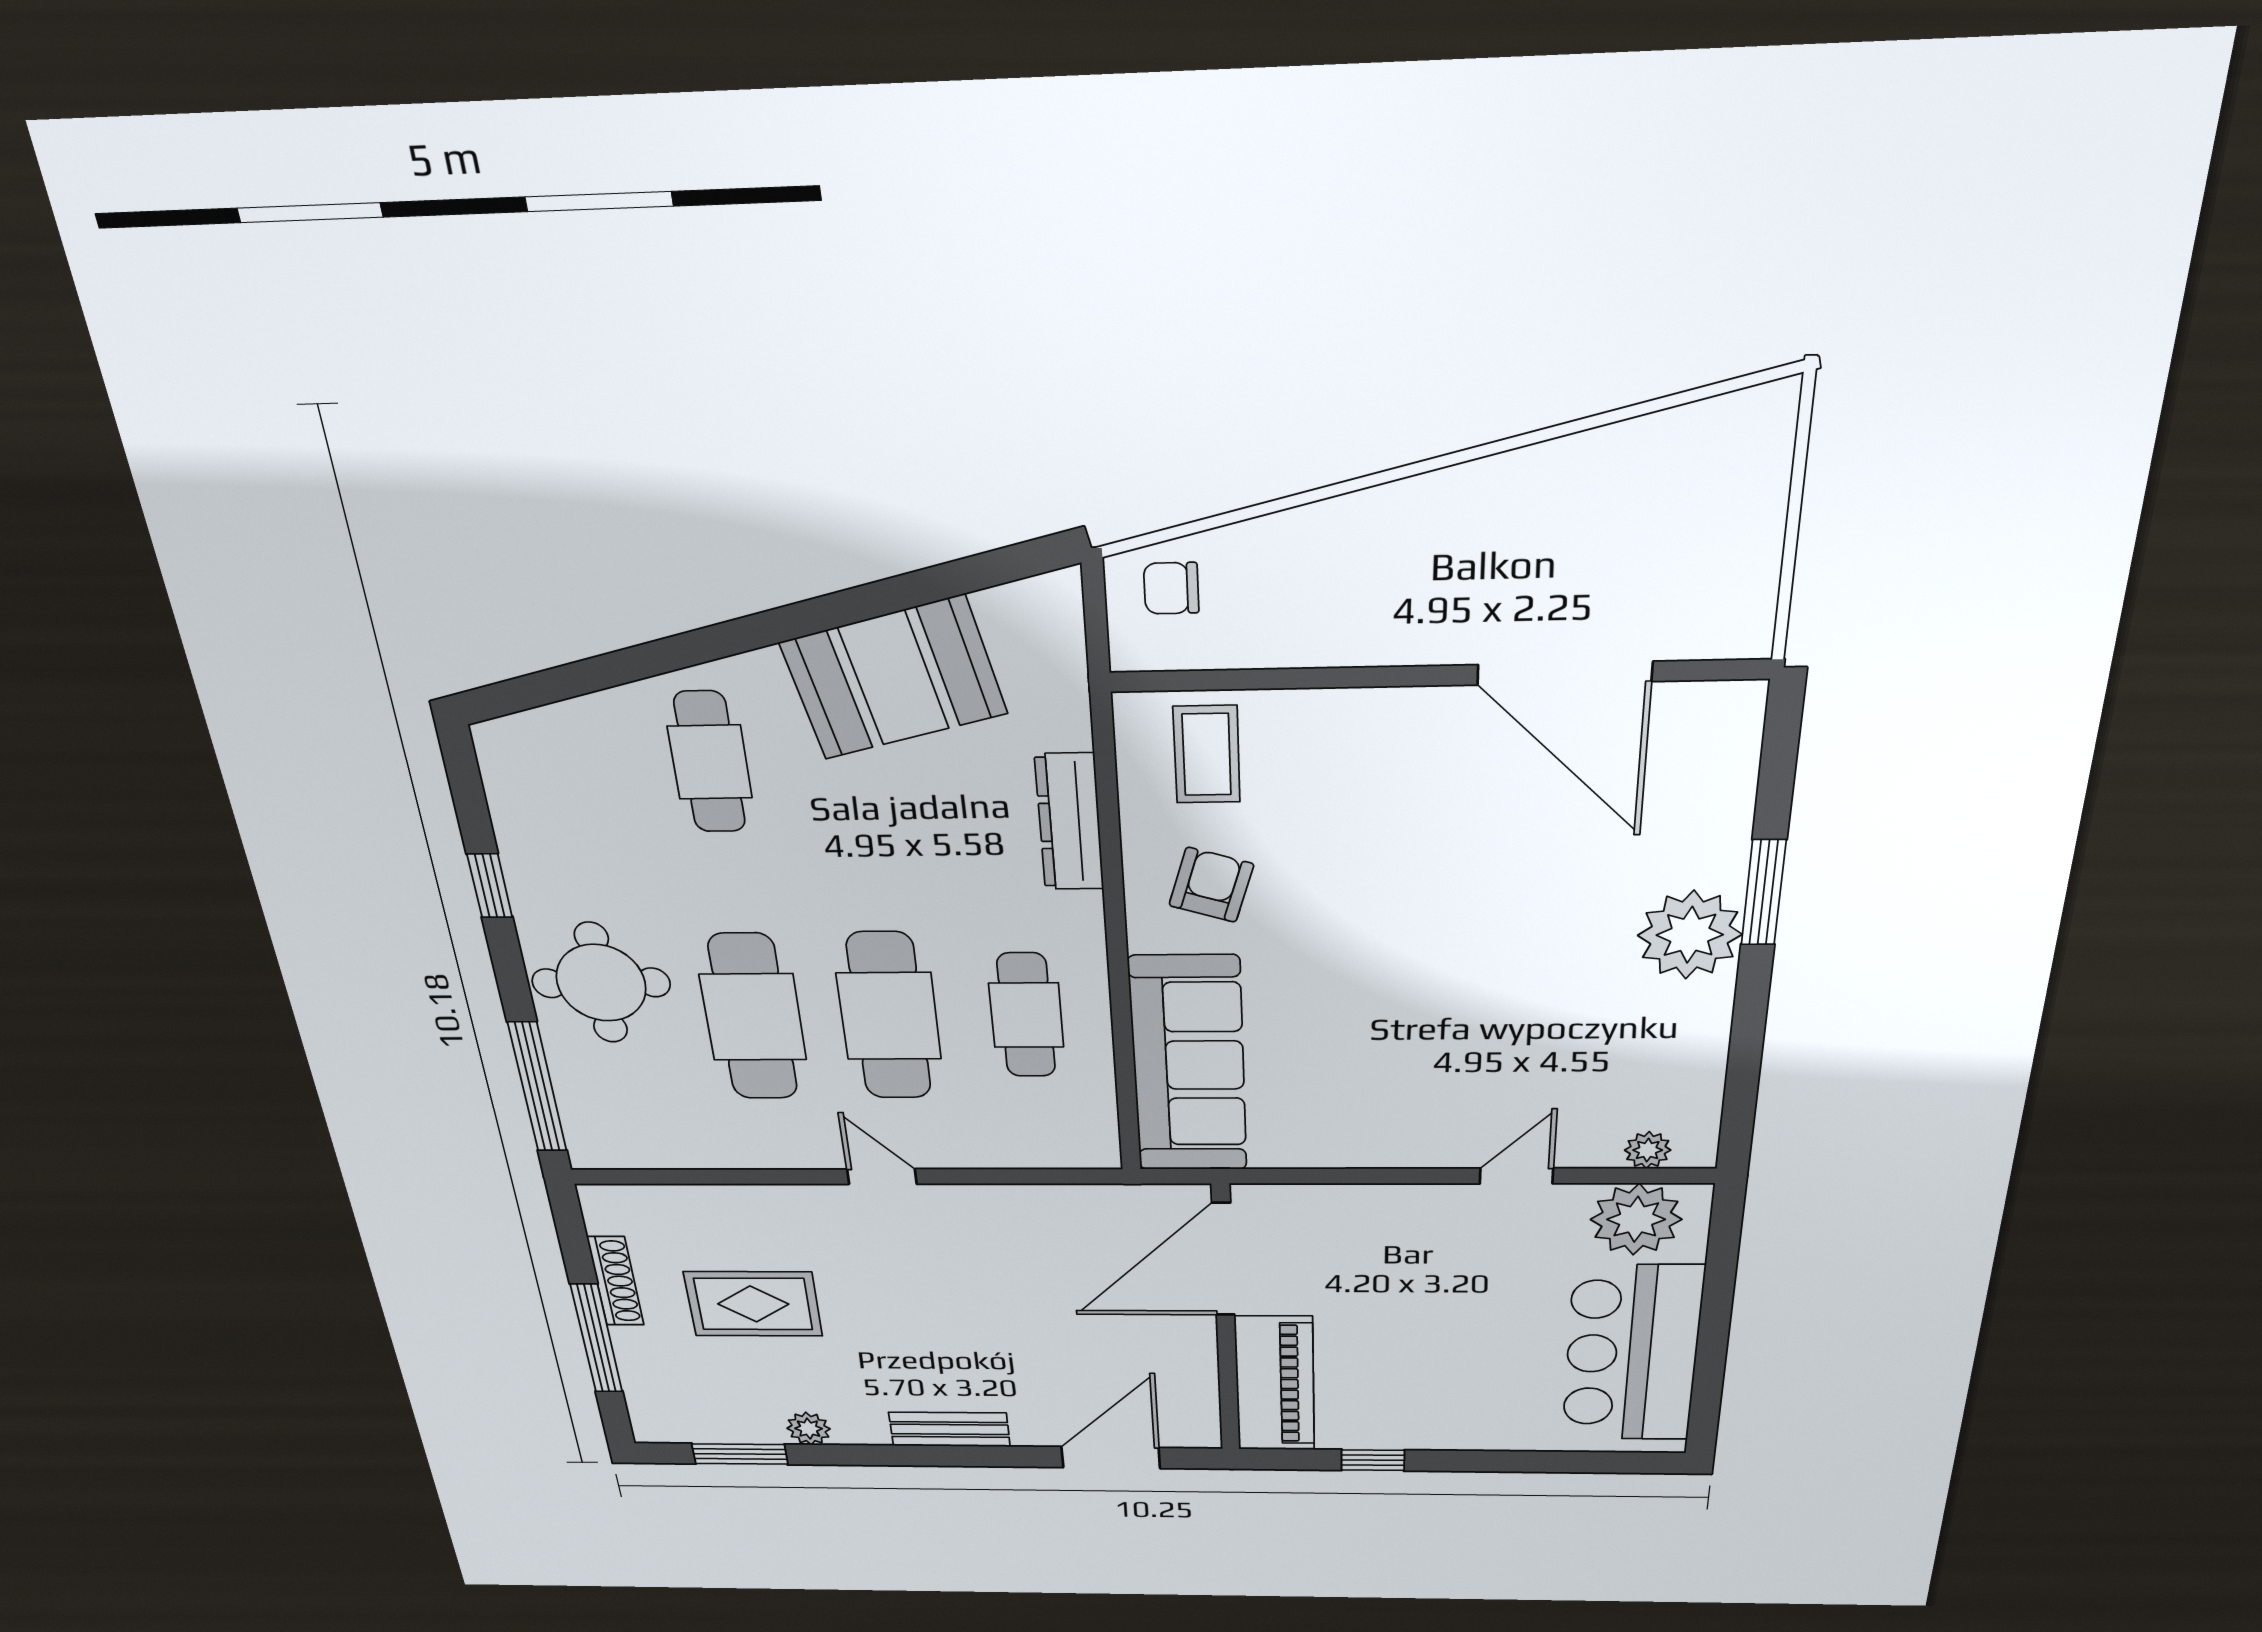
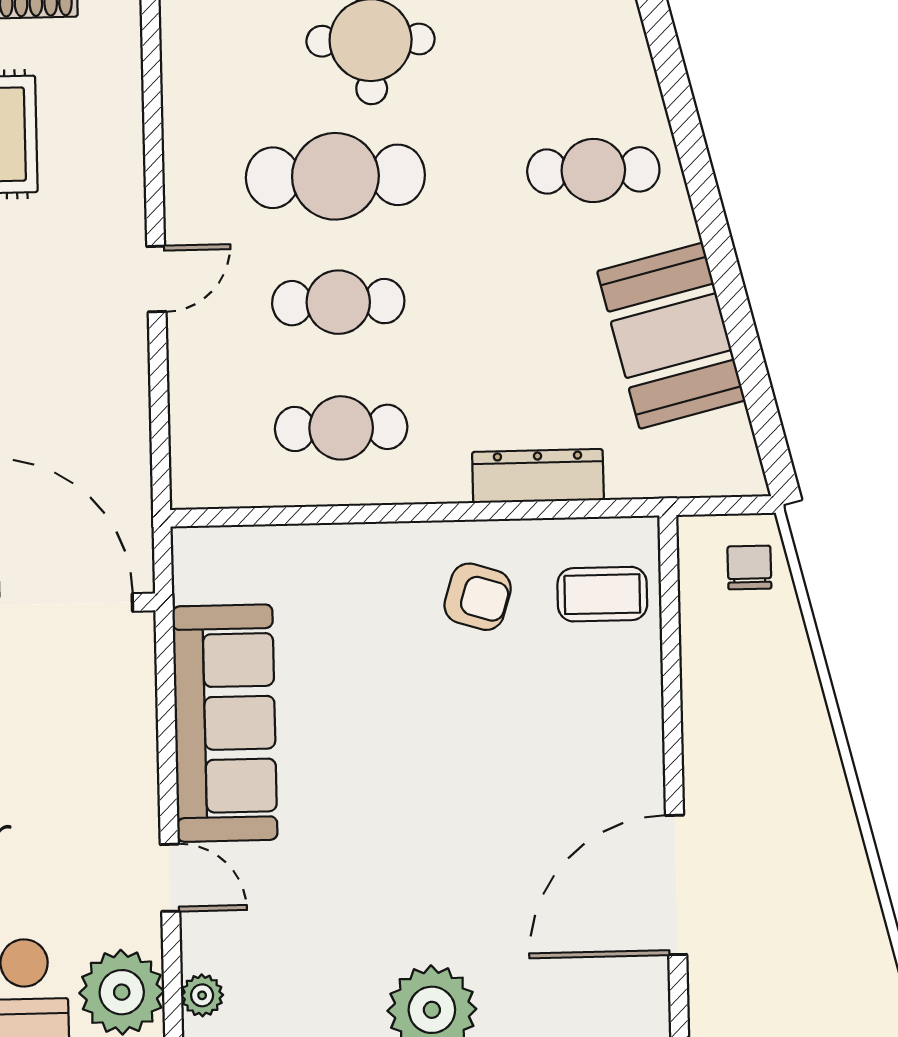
cafe table: (889, 1016) -> (338, 302), width x0.73, depth x0.74
sofa: (1188, 1065) -> (225, 723), moved, turned -90

